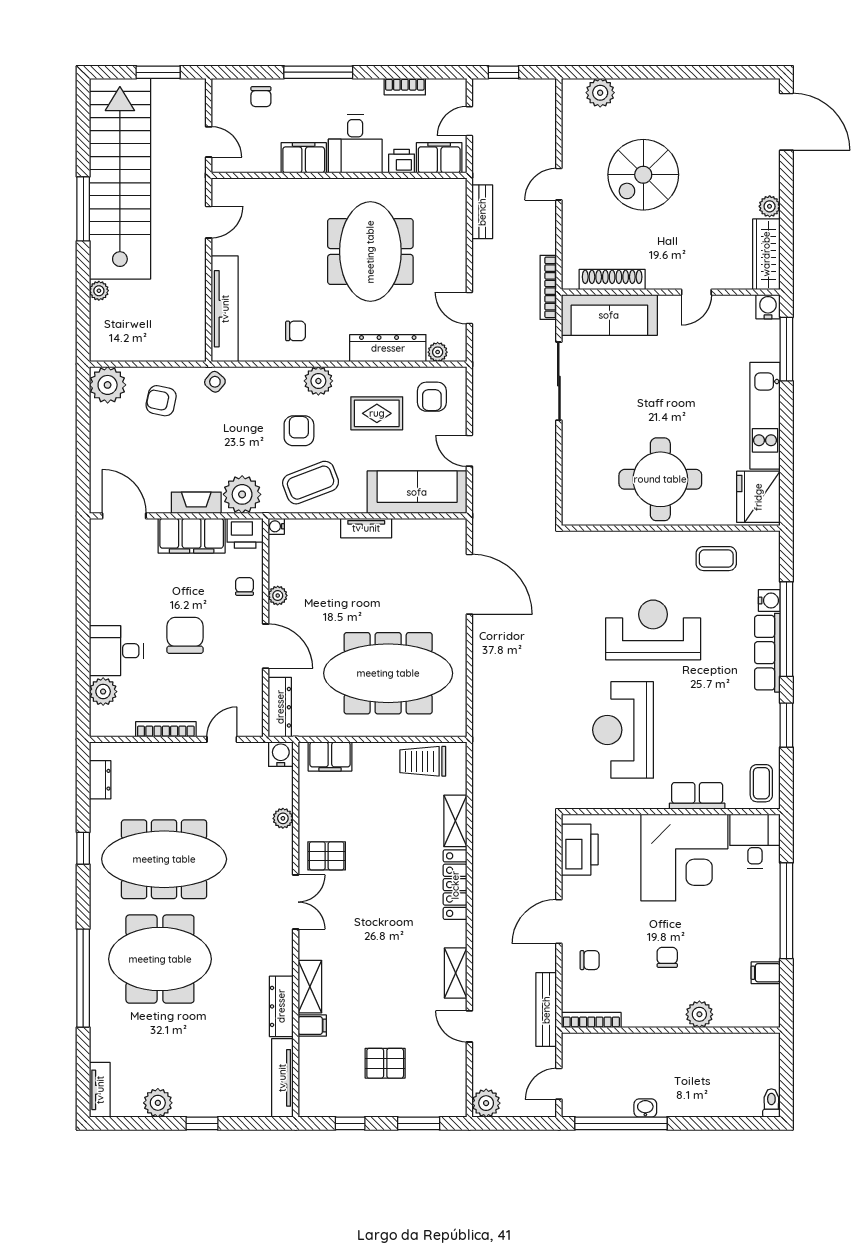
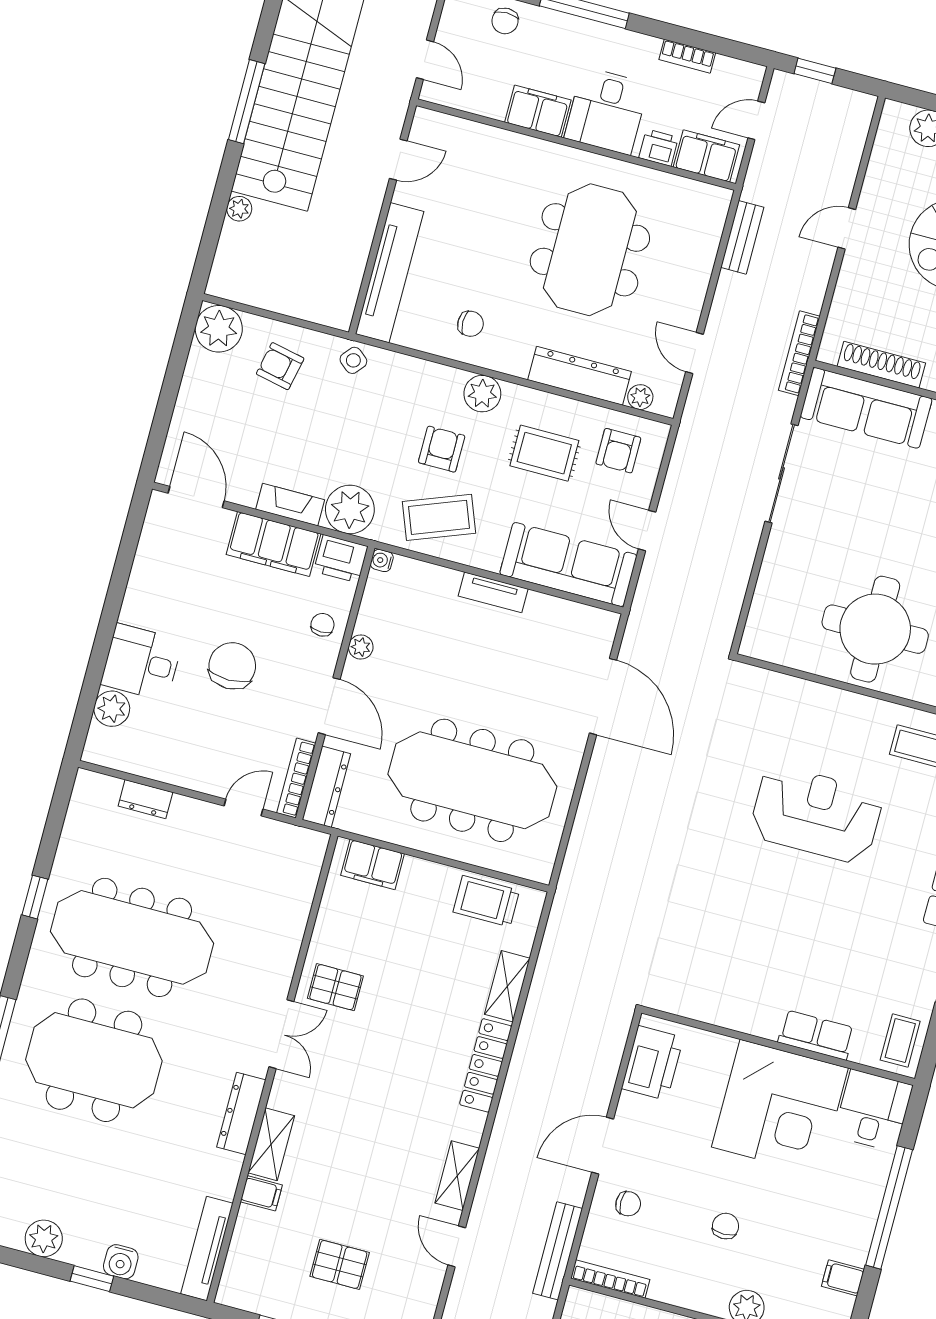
bookcase: (166, 729) -> (296, 778), moved, turned -90
reception desk: (623, 730) -> (746, 929), removed
water cooler: (281, 754) -> (121, 1262), moved, turned 180
dresser: (100, 780) -> (145, 799), moved, turned 90
plant: (283, 818) -> (293, 926), removed
dresser: (281, 1006) -> (241, 1113), moved

